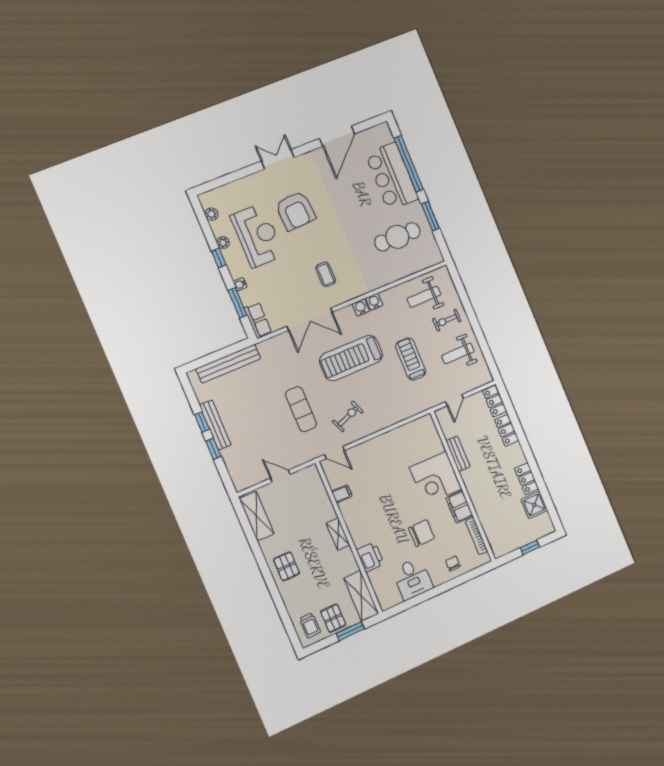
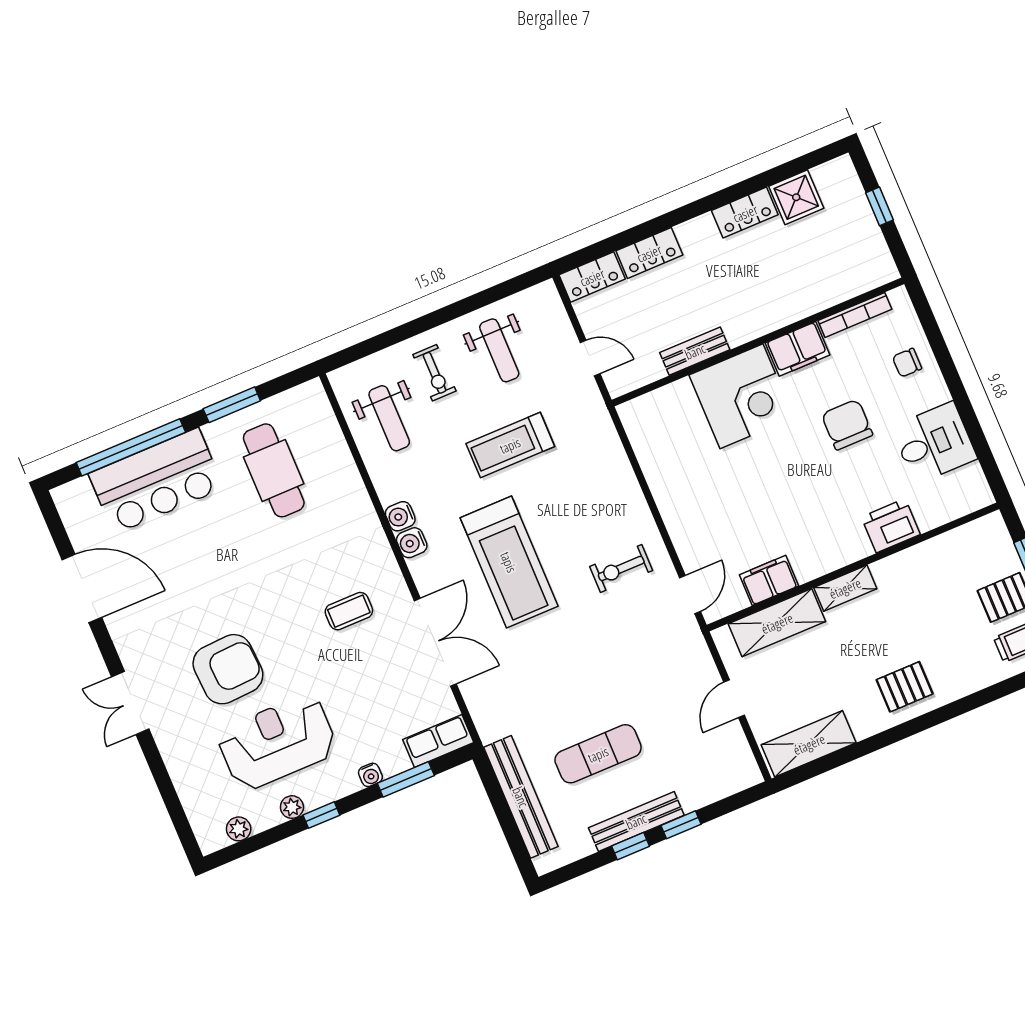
exercise mat: (301, 409) -> (598, 754), moved
exercise bike: (348, 416) -> (621, 568), turned -69
filing cabinet: (342, 494) -> (769, 580), width x2.00
shelving: (361, 596) -> (777, 623), moved

